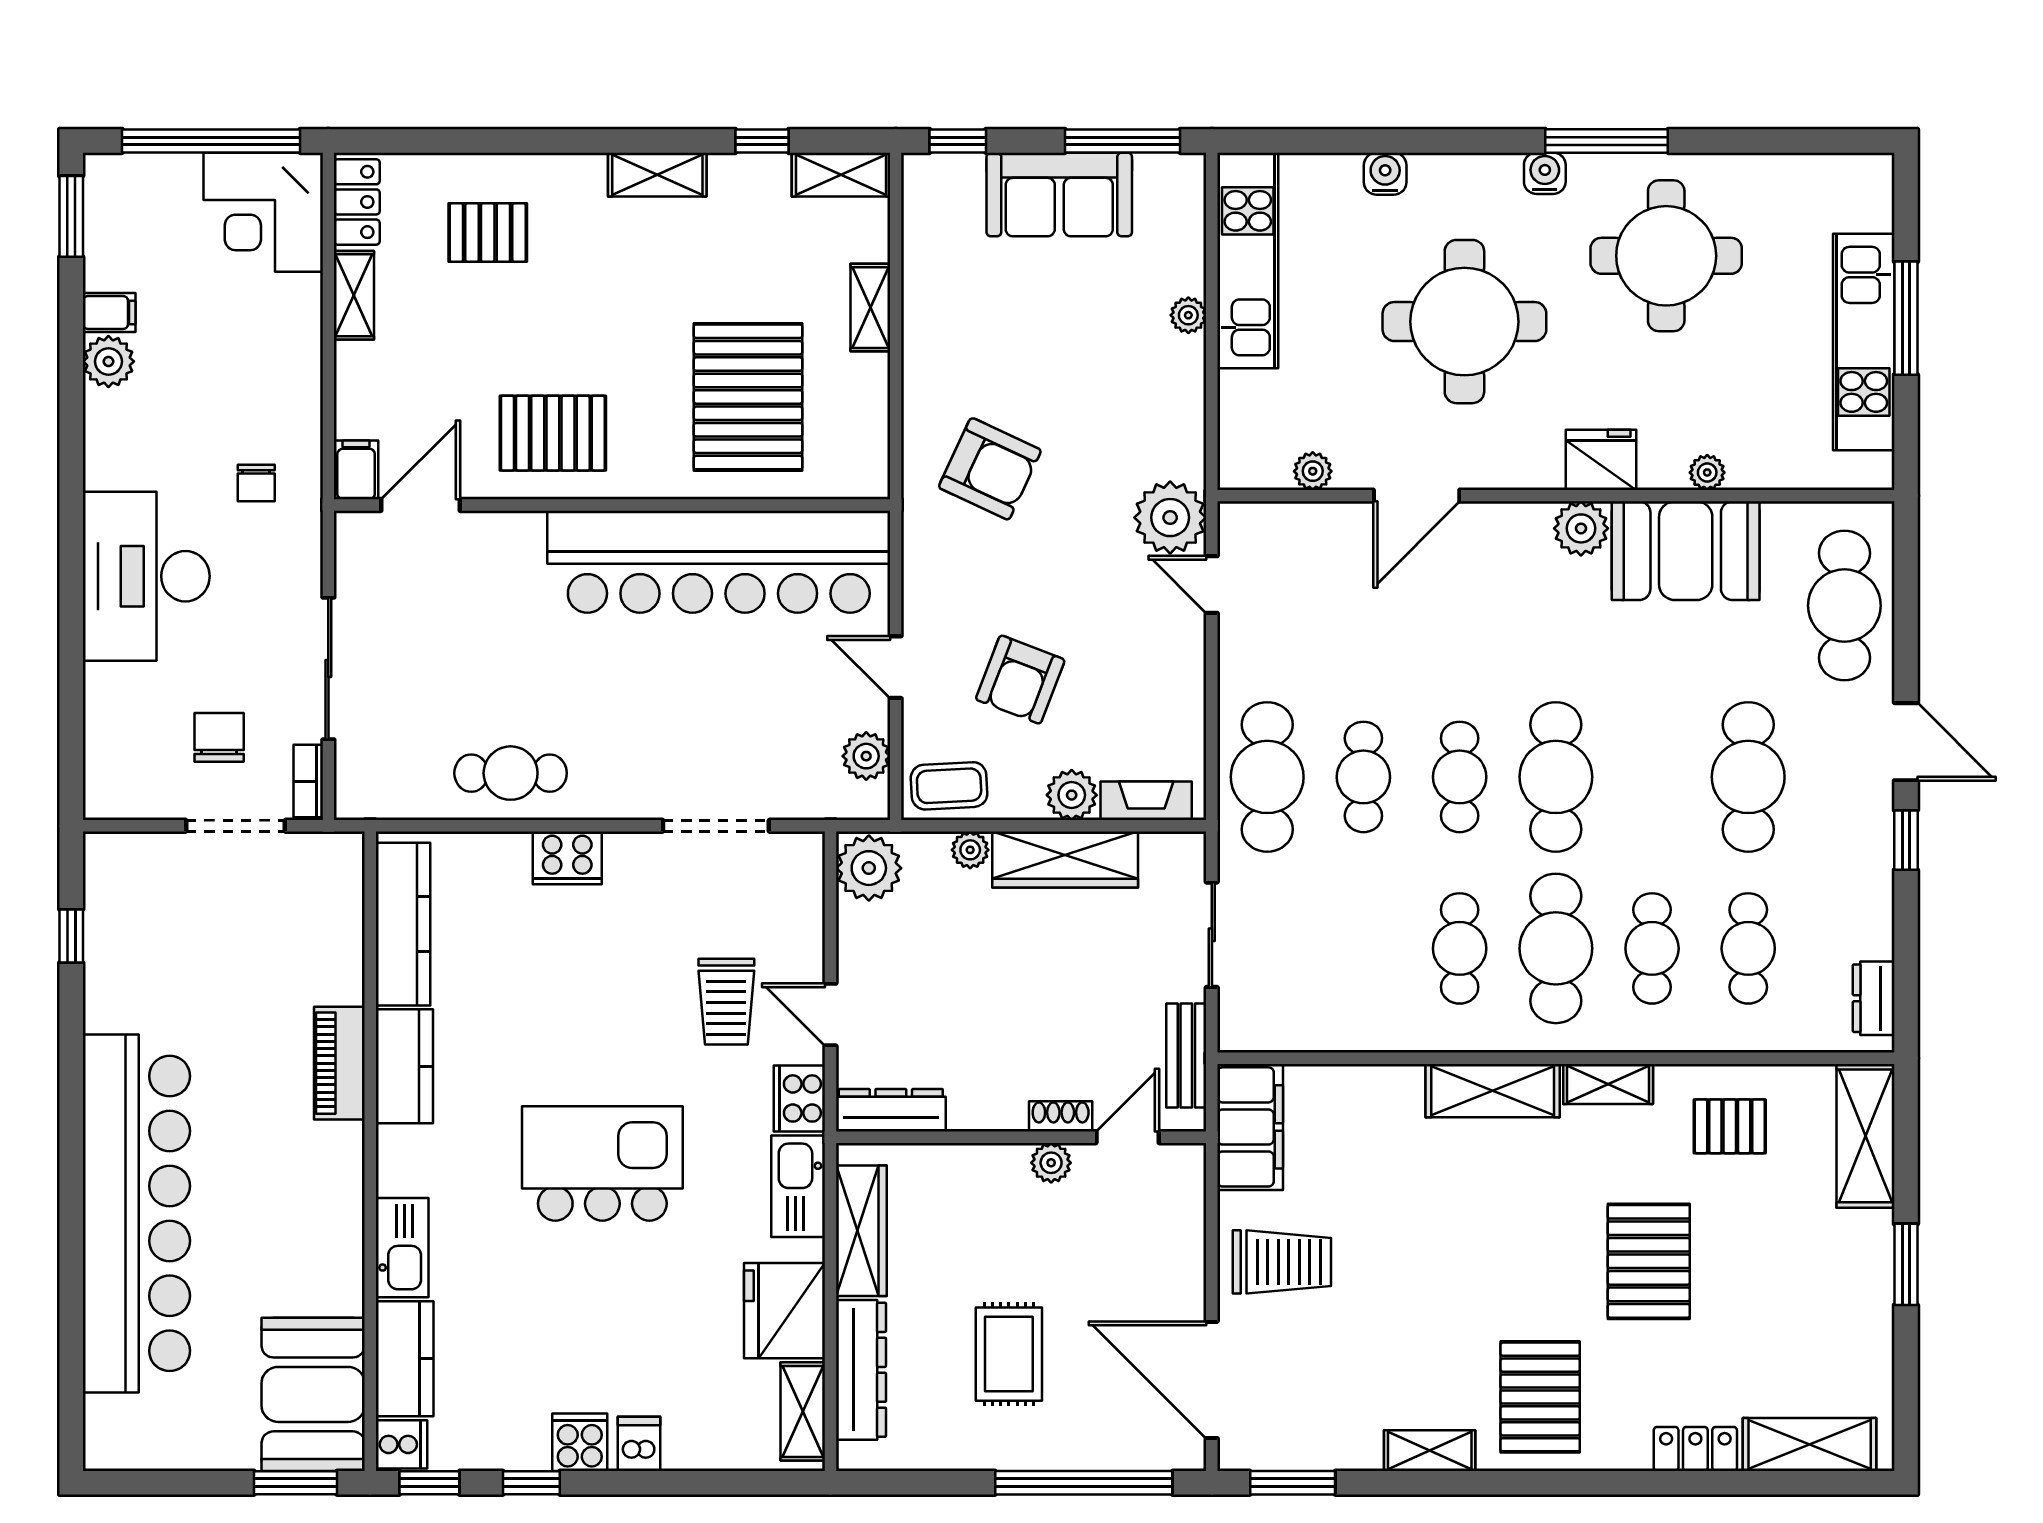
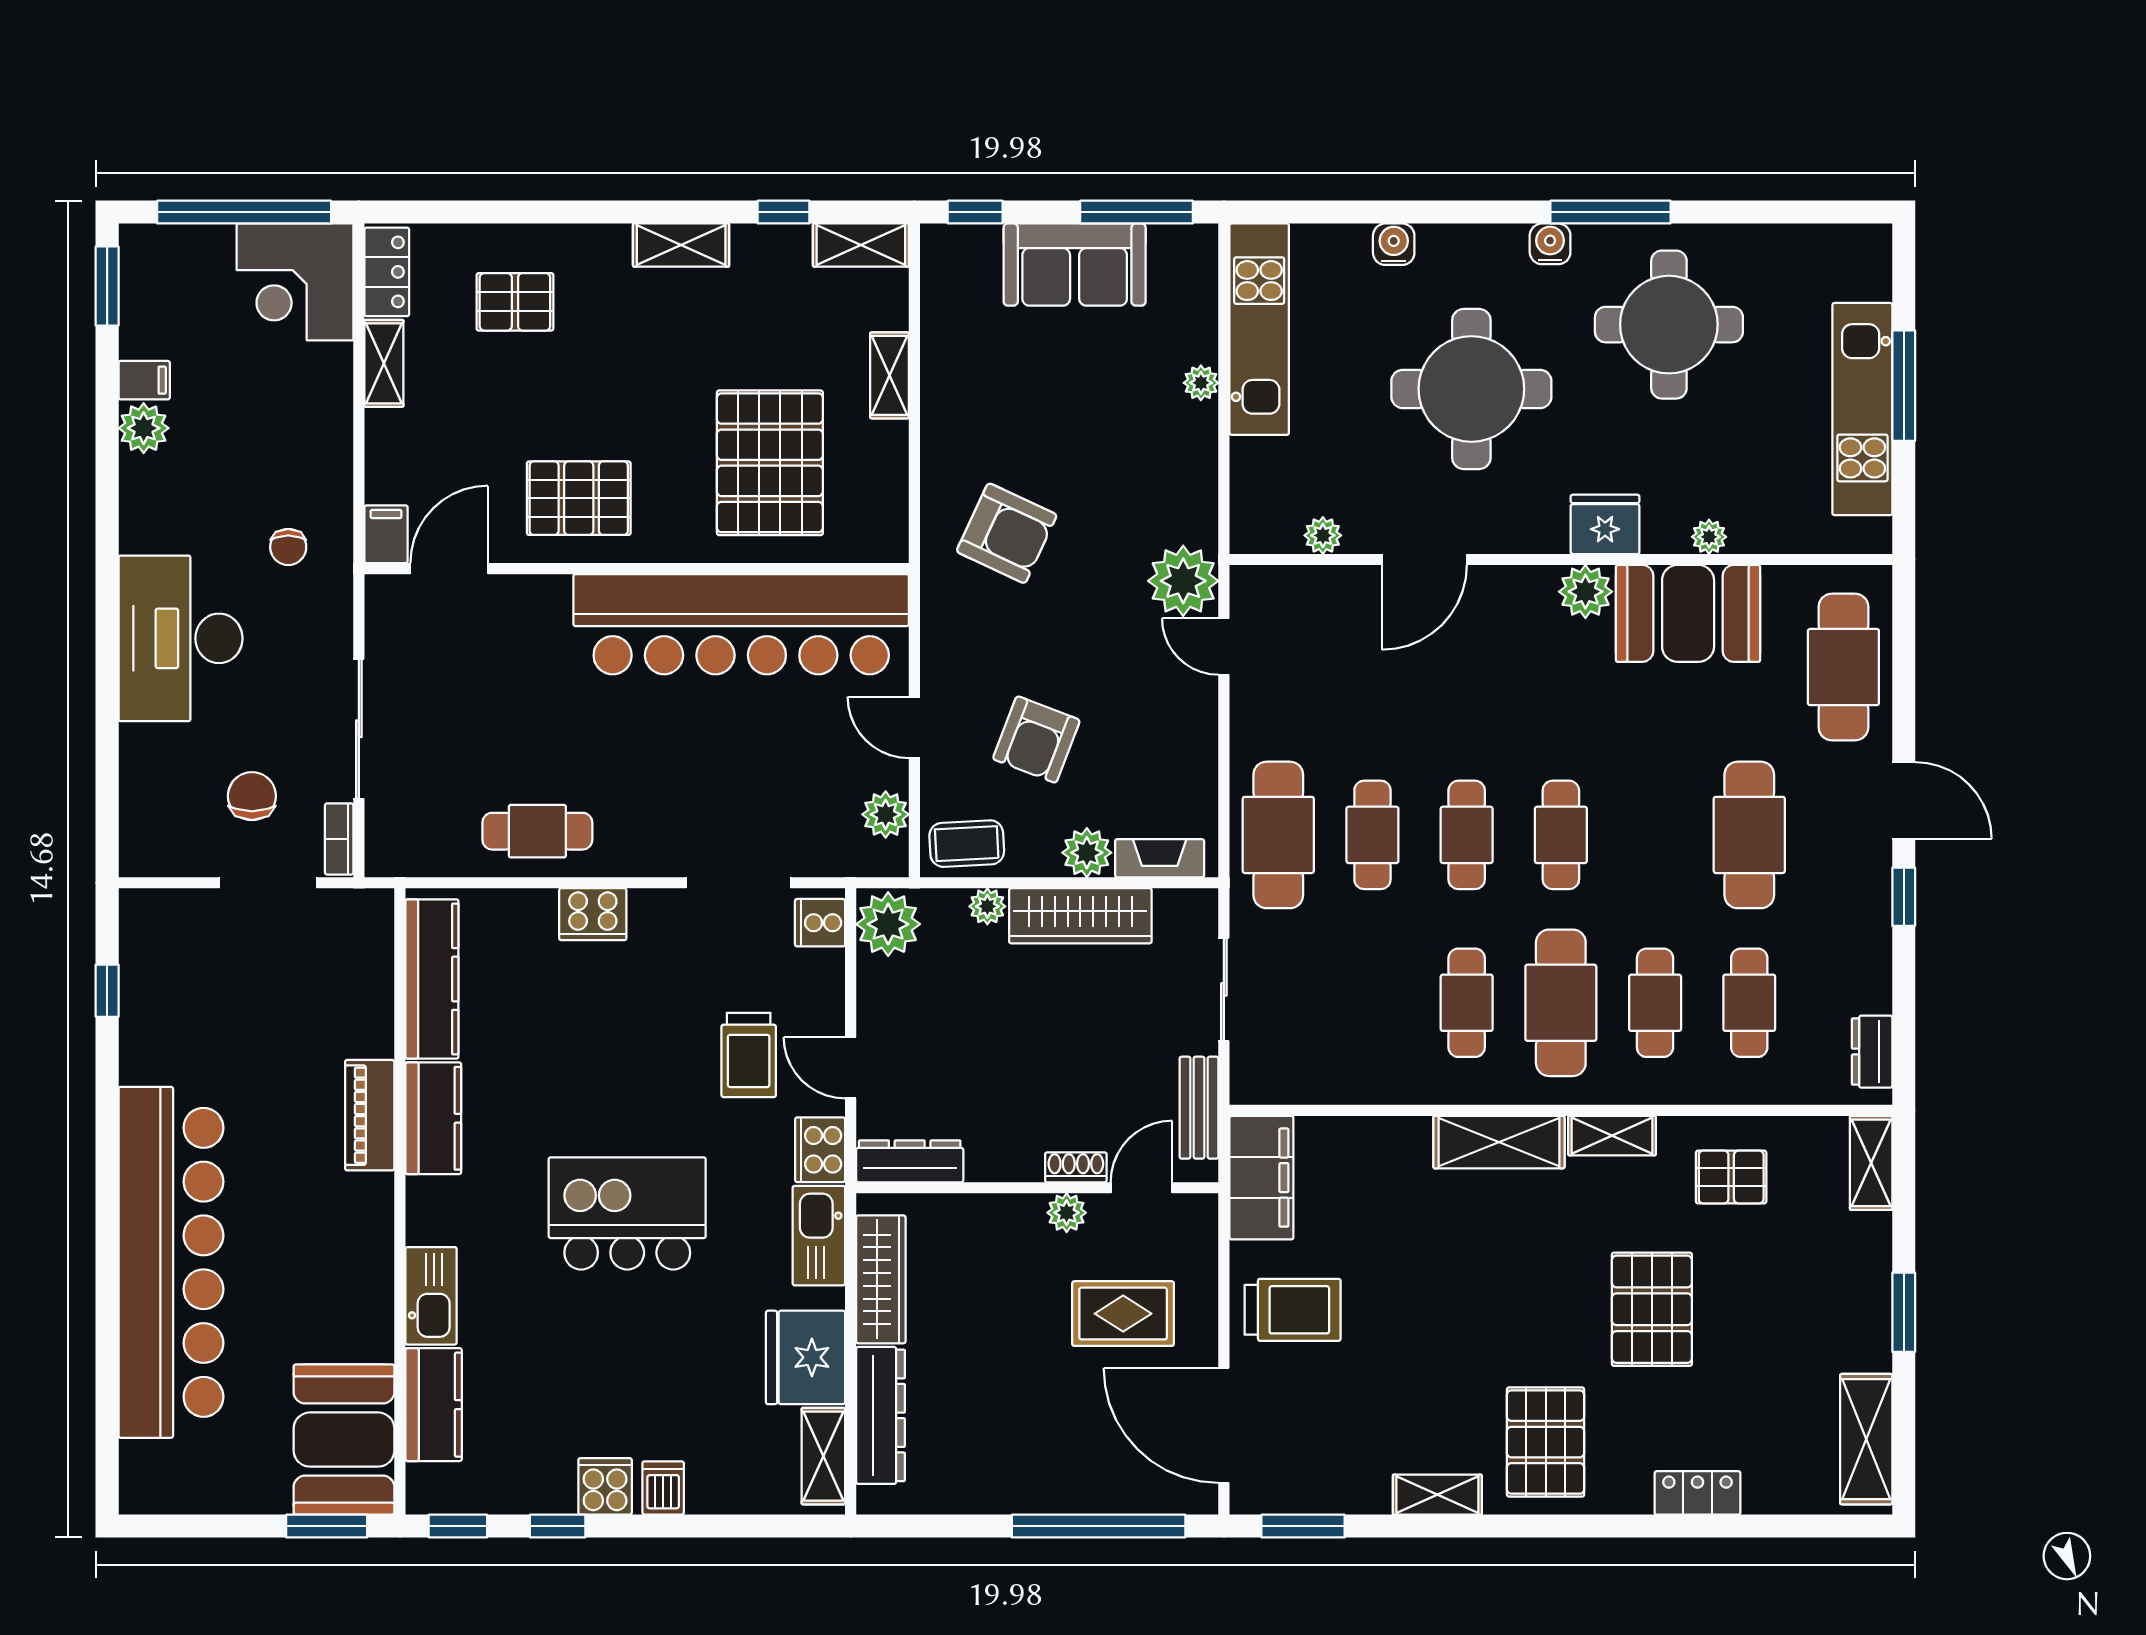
cafe table: (1556, 777) -> (1561, 835), width x0.73, depth x0.74
shelving: (1865, 1136) -> (1871, 1163), width x0.67, depth x0.75
rug: (1009, 1354) -> (1123, 1314), moved, turned 90
cooker: (401, 1444) -> (820, 923), moved, turned 180
shelving: (1810, 1444) -> (1866, 1439), moved, turned 90

